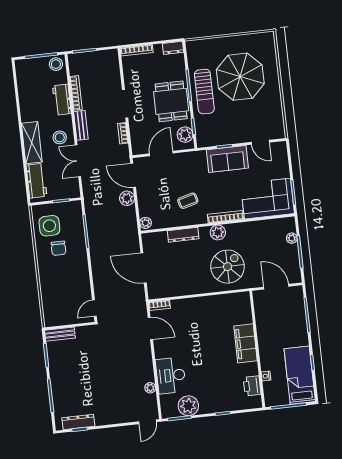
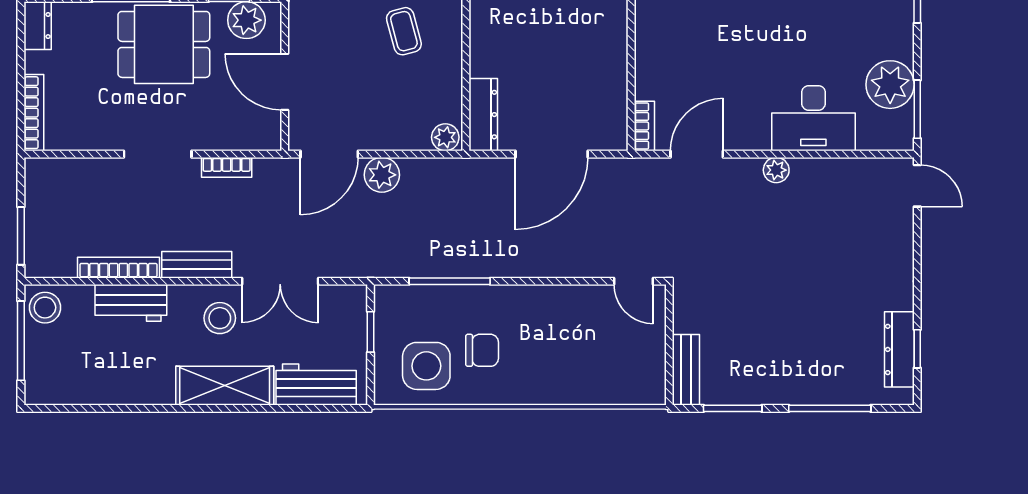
dresser: (183, 235) -> (483, 115), moved
plant: (150, 388) -> (776, 170), moved

